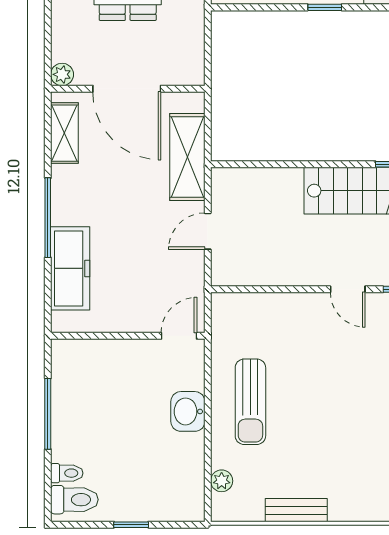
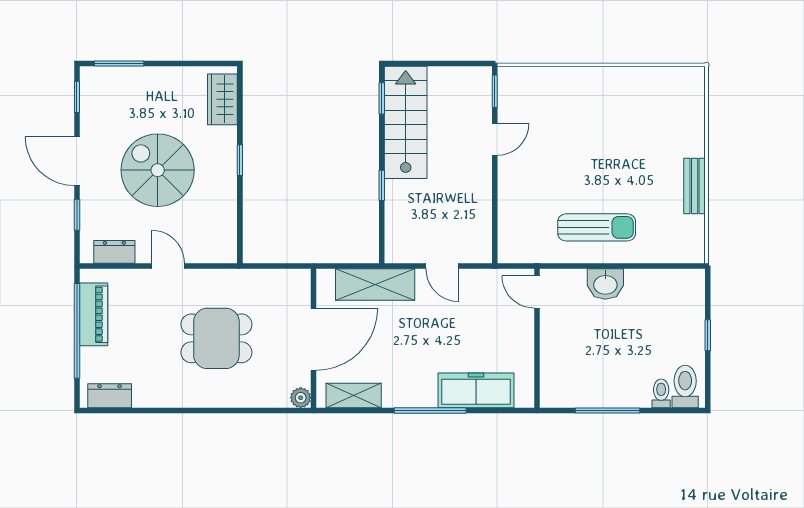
window: (297, 164) -> (382, 185), added
plant: (222, 481) -> (668, 253), removed

